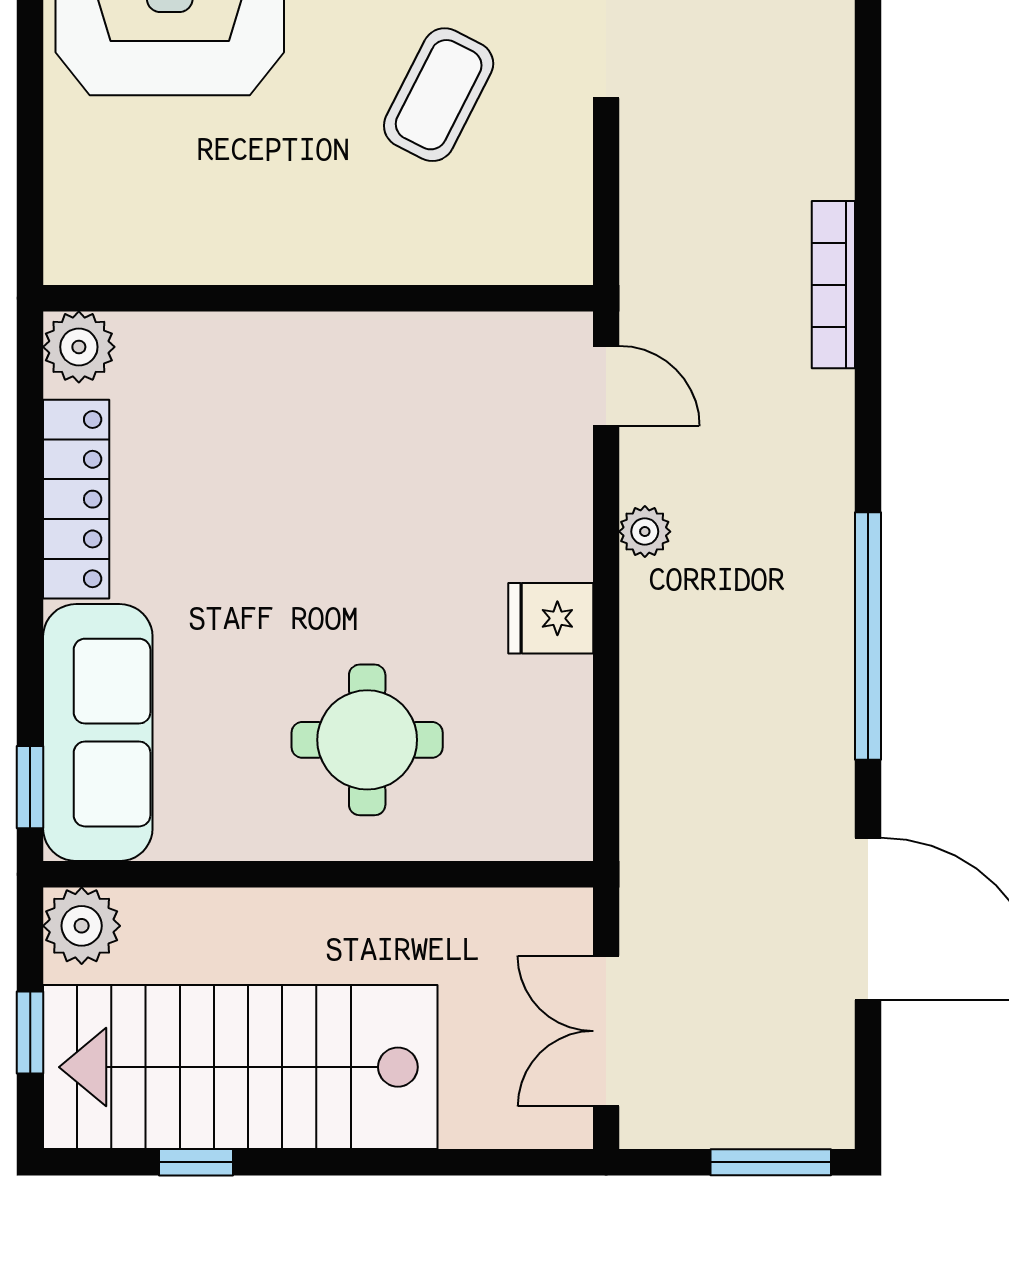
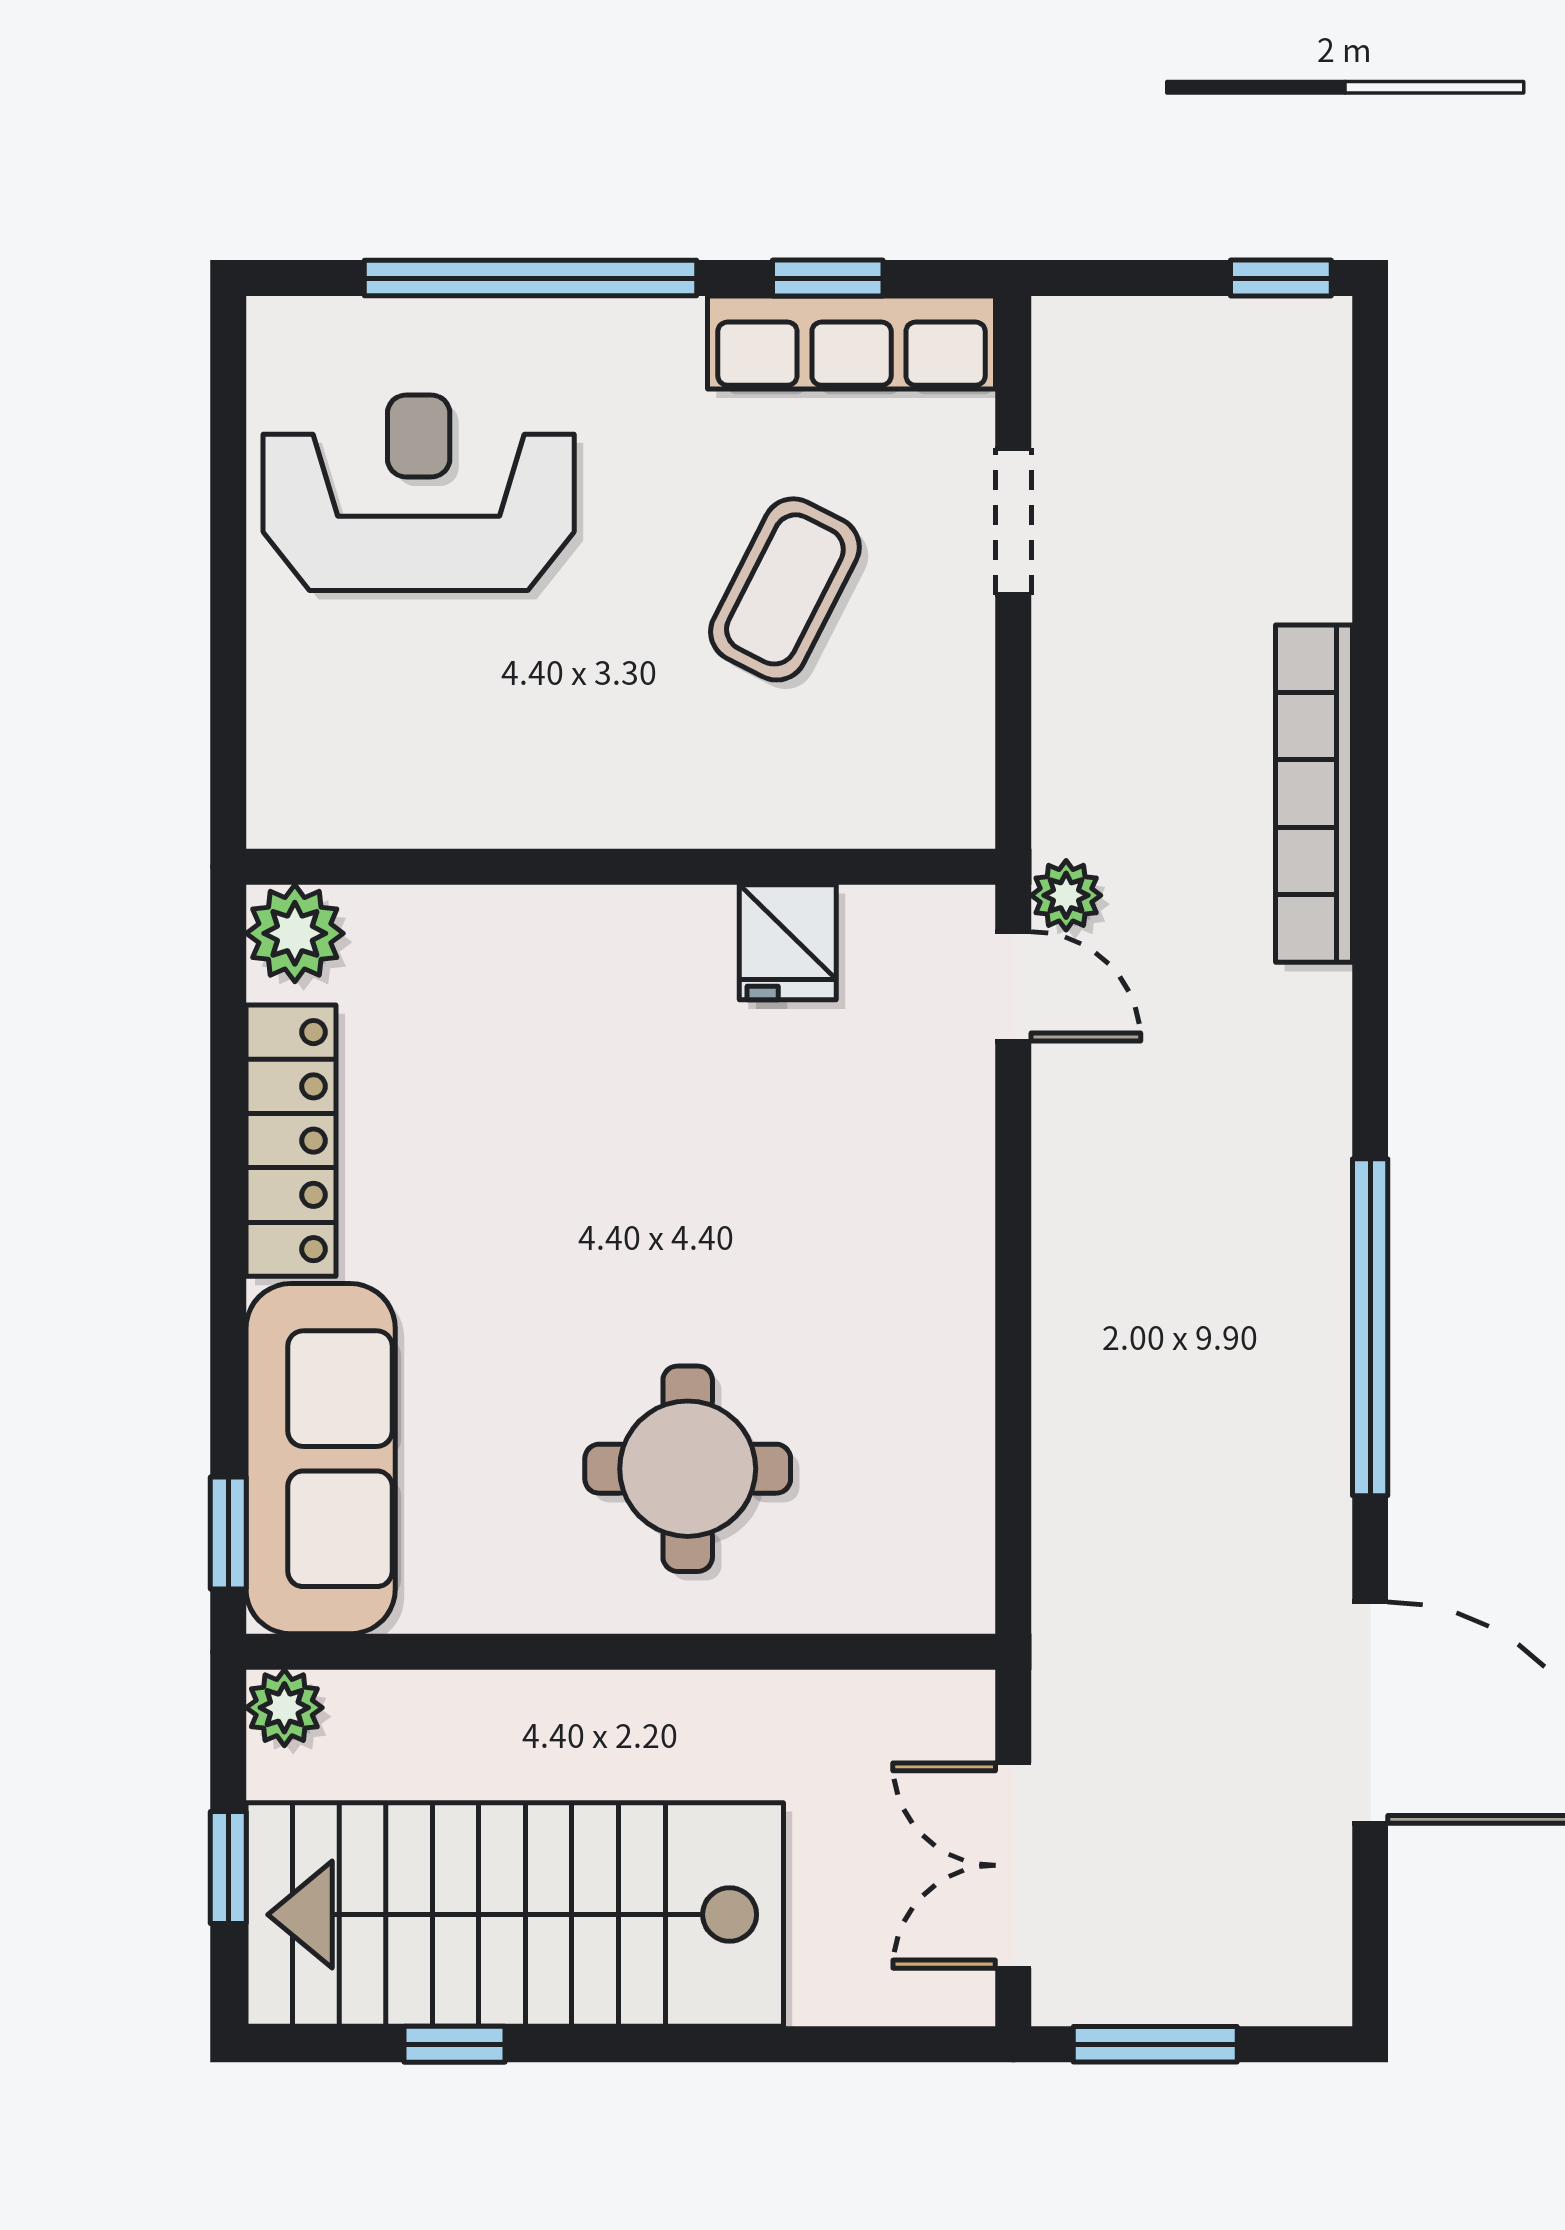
bookcase: (833, 285) -> (1314, 794), width x1.48, depth x1.31
plant: (645, 532) -> (1066, 895), moved
fridge: (551, 618) -> (788, 942), moved, turned -90
plant: (82, 926) -> (284, 1708), width x0.73, depth x0.73
window: (771, 1162) -> (1155, 2044), moved

